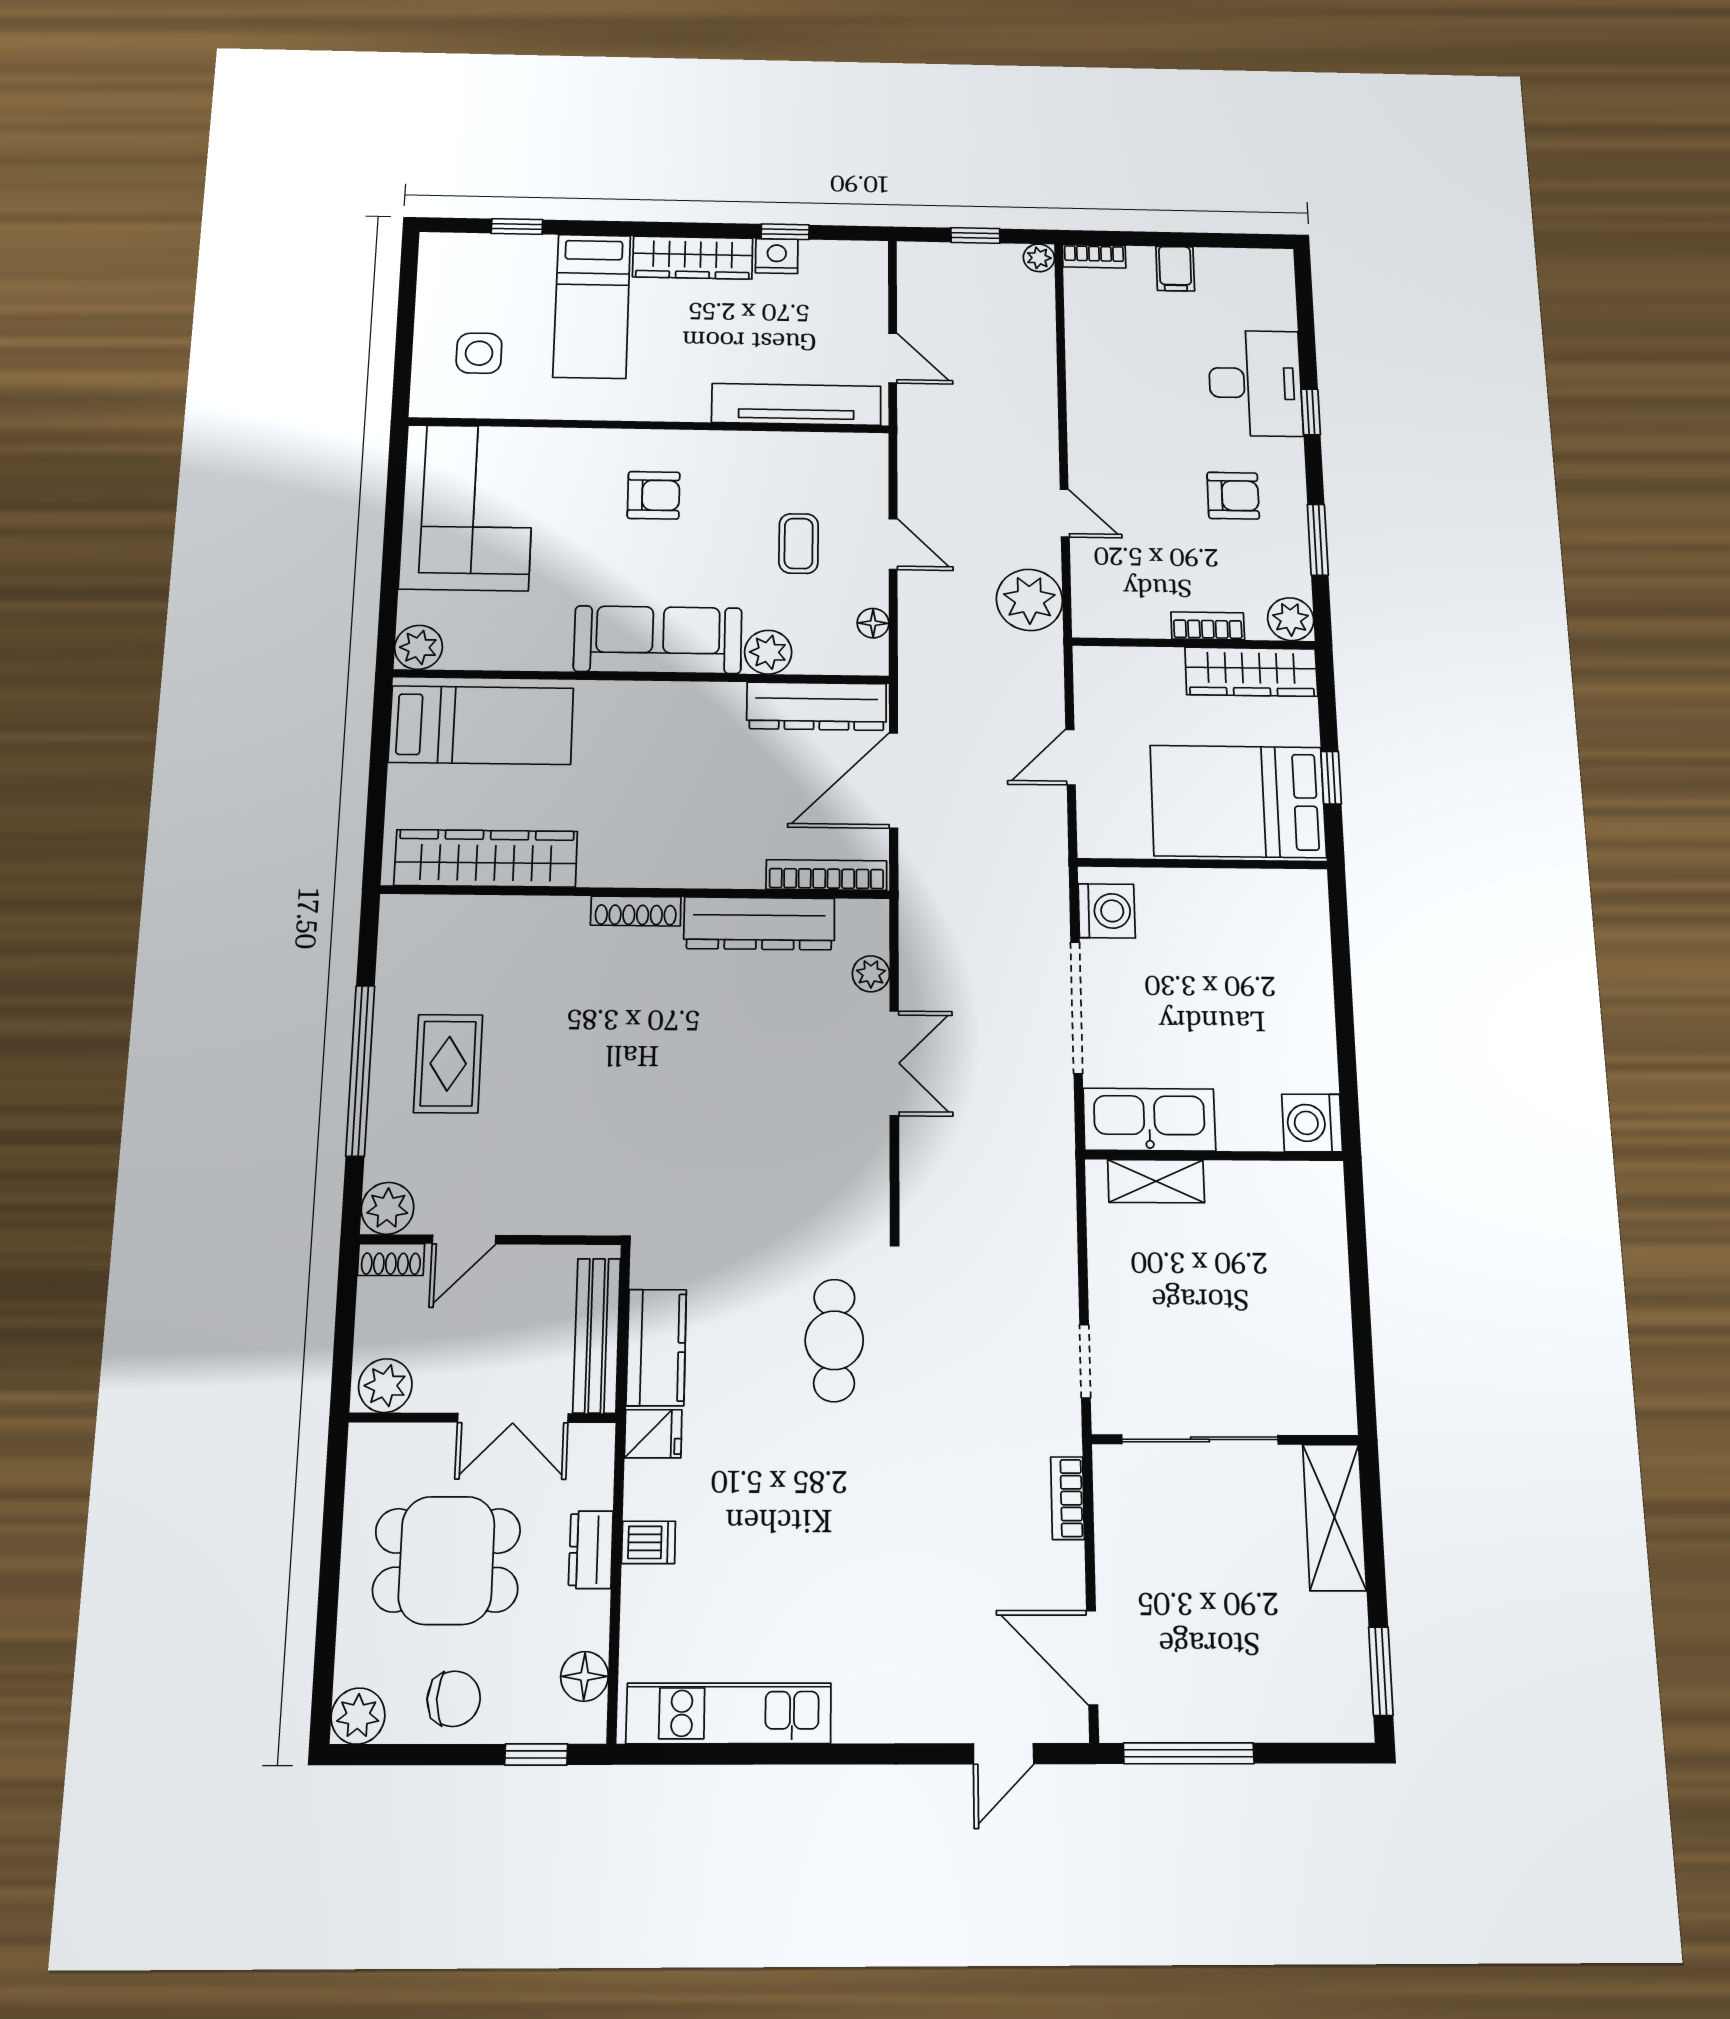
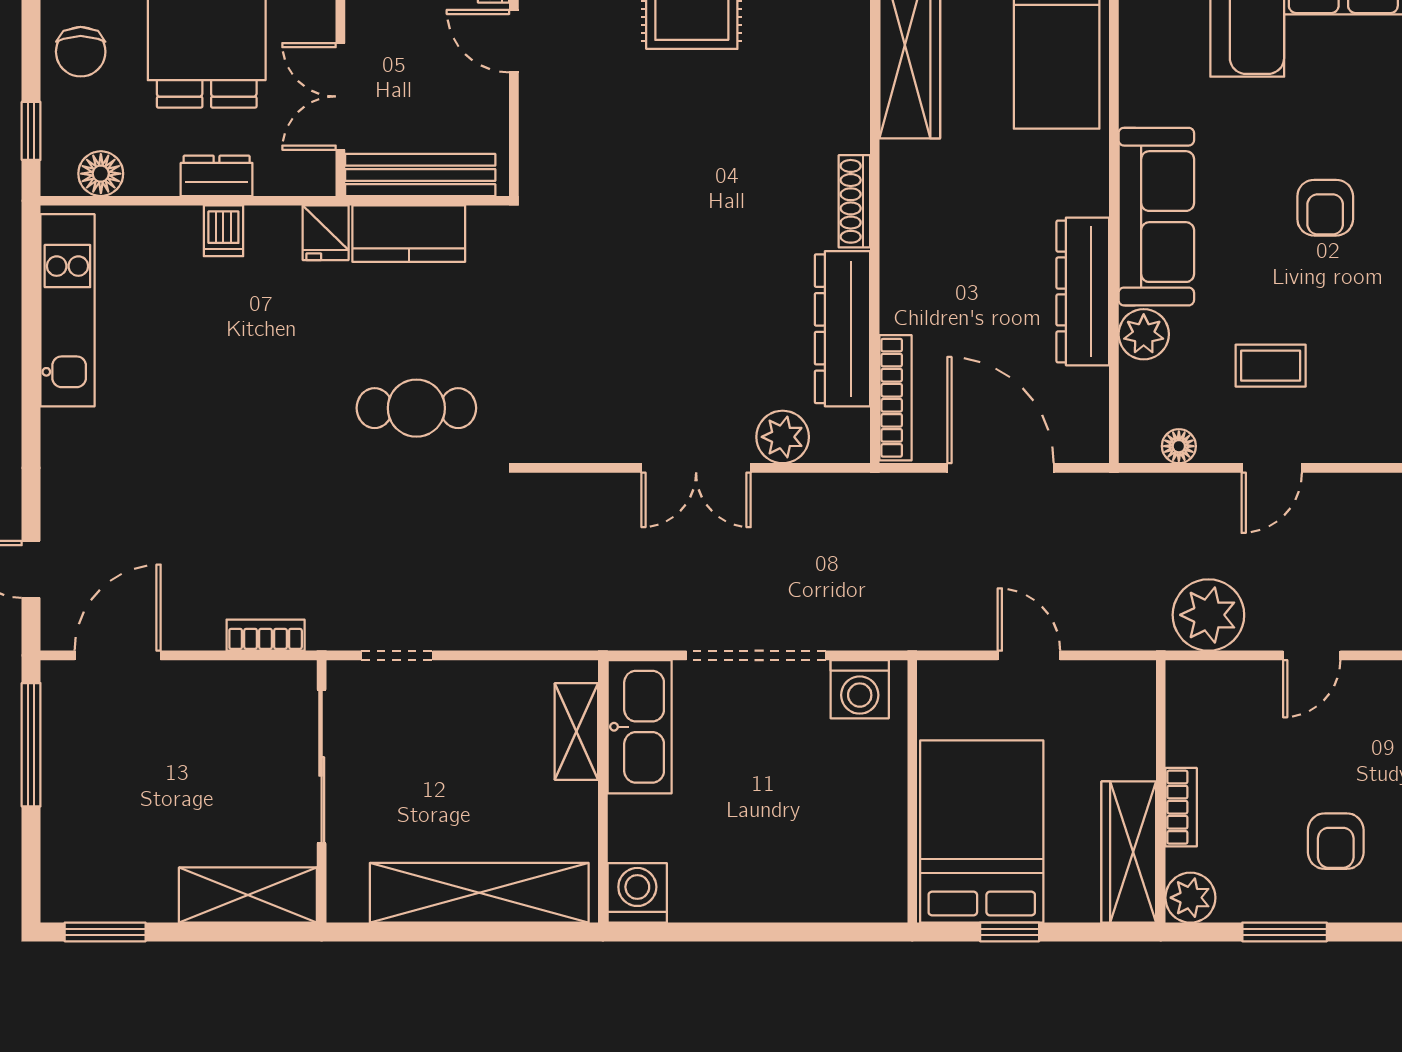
dresser: (817, 706) -> (1083, 291), moved
plant: (871, 974) -> (783, 437), width x1.38, depth x1.38
shelving: (1320, 1279) -> (479, 893), added

